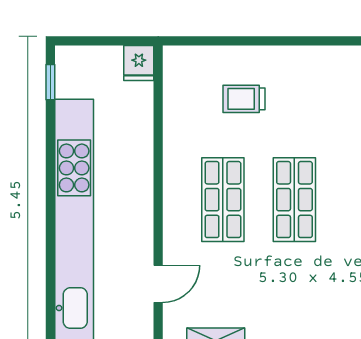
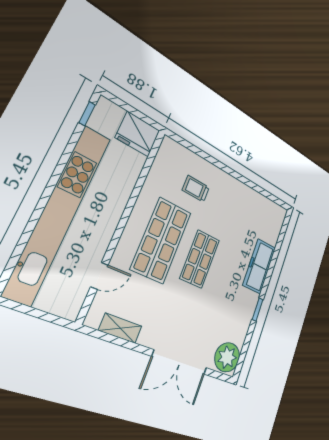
fridge: (139, 63) -> (138, 134), width x1.88, depth x1.34
shop shelf: (223, 200) -> (161, 240), width x1.43, depth x1.36

